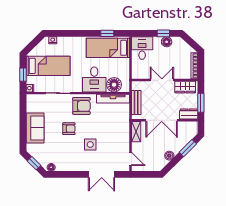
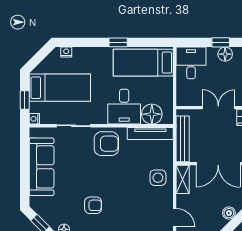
window: (107, 33) -> (118, 42), moved
bench: (136, 102) -> (183, 139), width x1.36
sofa: (35, 128) -> (42, 167), width x1.36
armchair: (69, 129) -> (93, 205), moved
side table: (90, 144) -> (158, 178), moved

